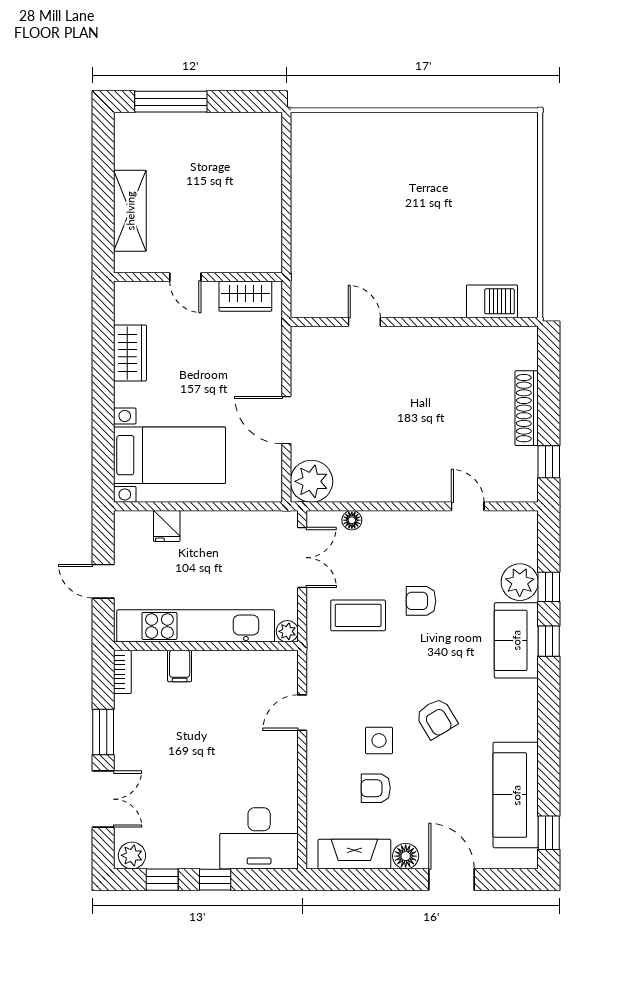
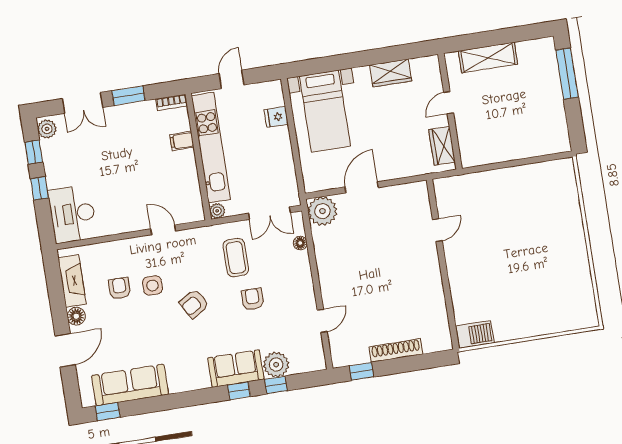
barbecue: (492, 301) -> (475, 334), moved, turned -90
armchair: (436, 718) -> (194, 304), moved

